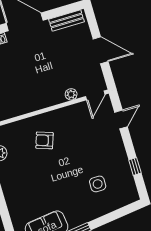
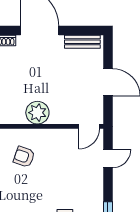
plant: (71, 94) -> (37, 113), moved, width x1.87, depth x1.87

